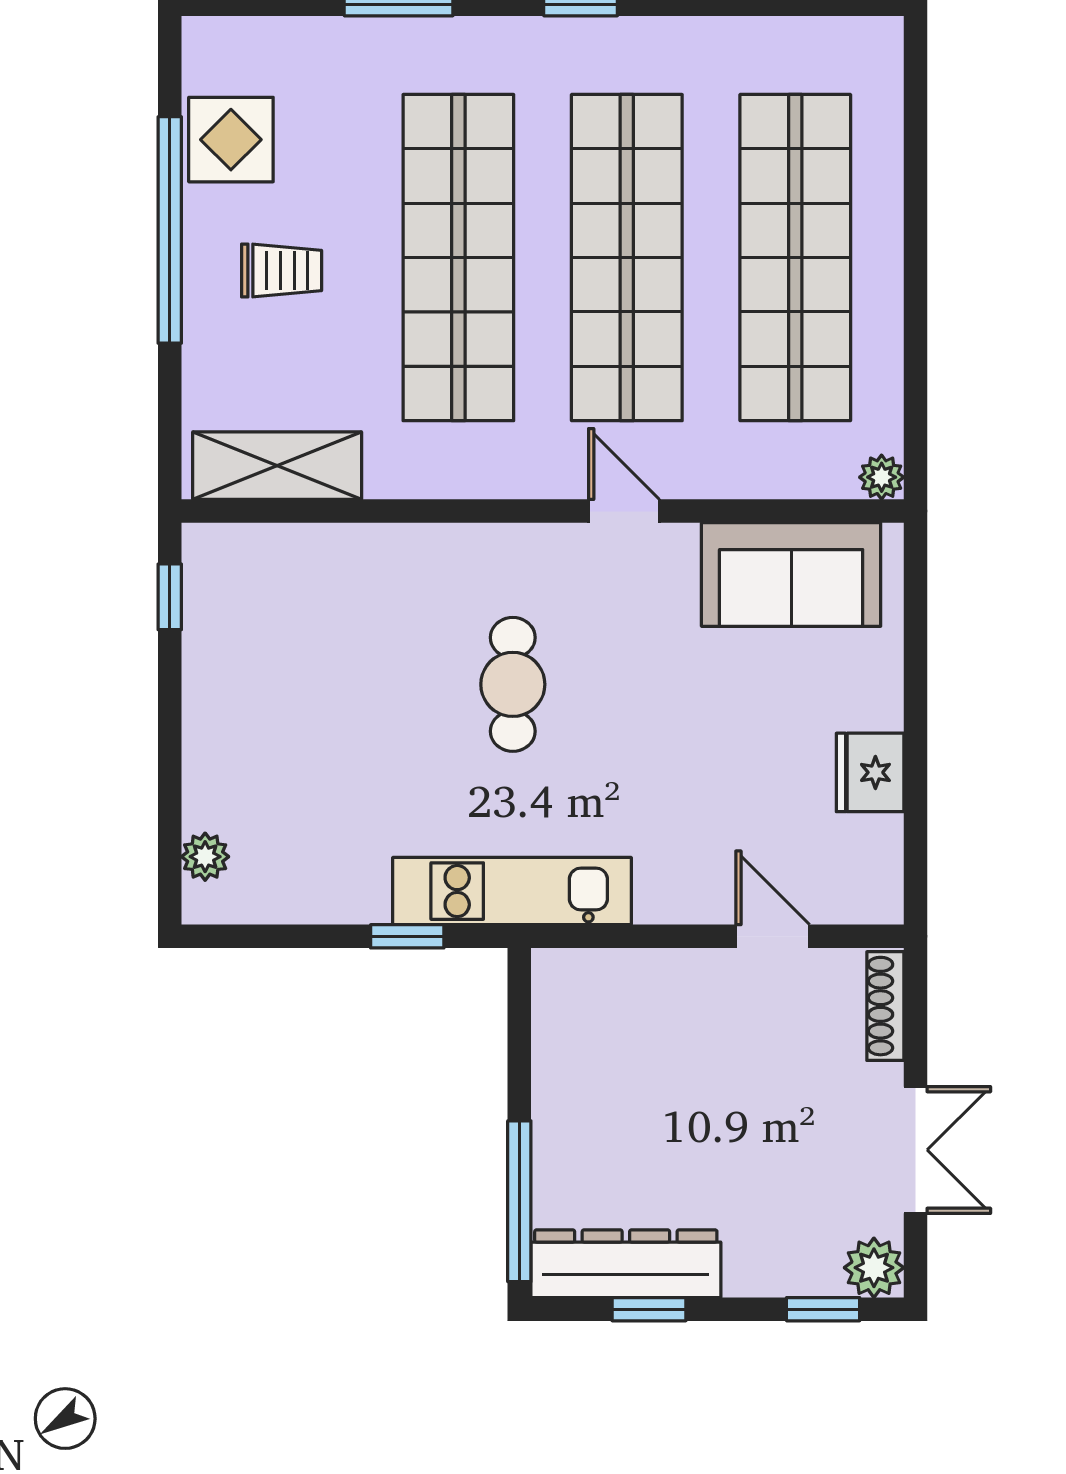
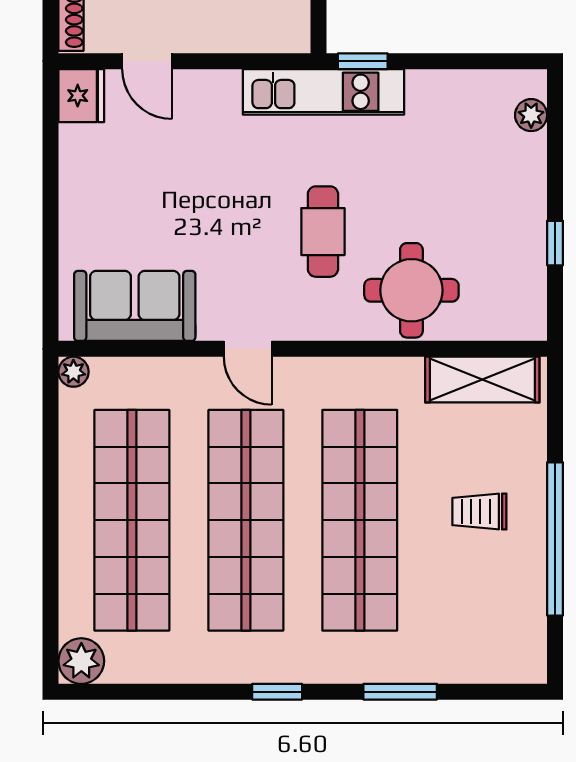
plant: (870, 49) -> (81, 661), added
display table: (231, 140) -> (514, 600), removed
window: (170, 597) -> (555, 243), moved
round table: (382, 598) -> (411, 290), added
fridge: (870, 772) -> (81, 96), moved
window: (407, 936) -> (363, 61), moved

